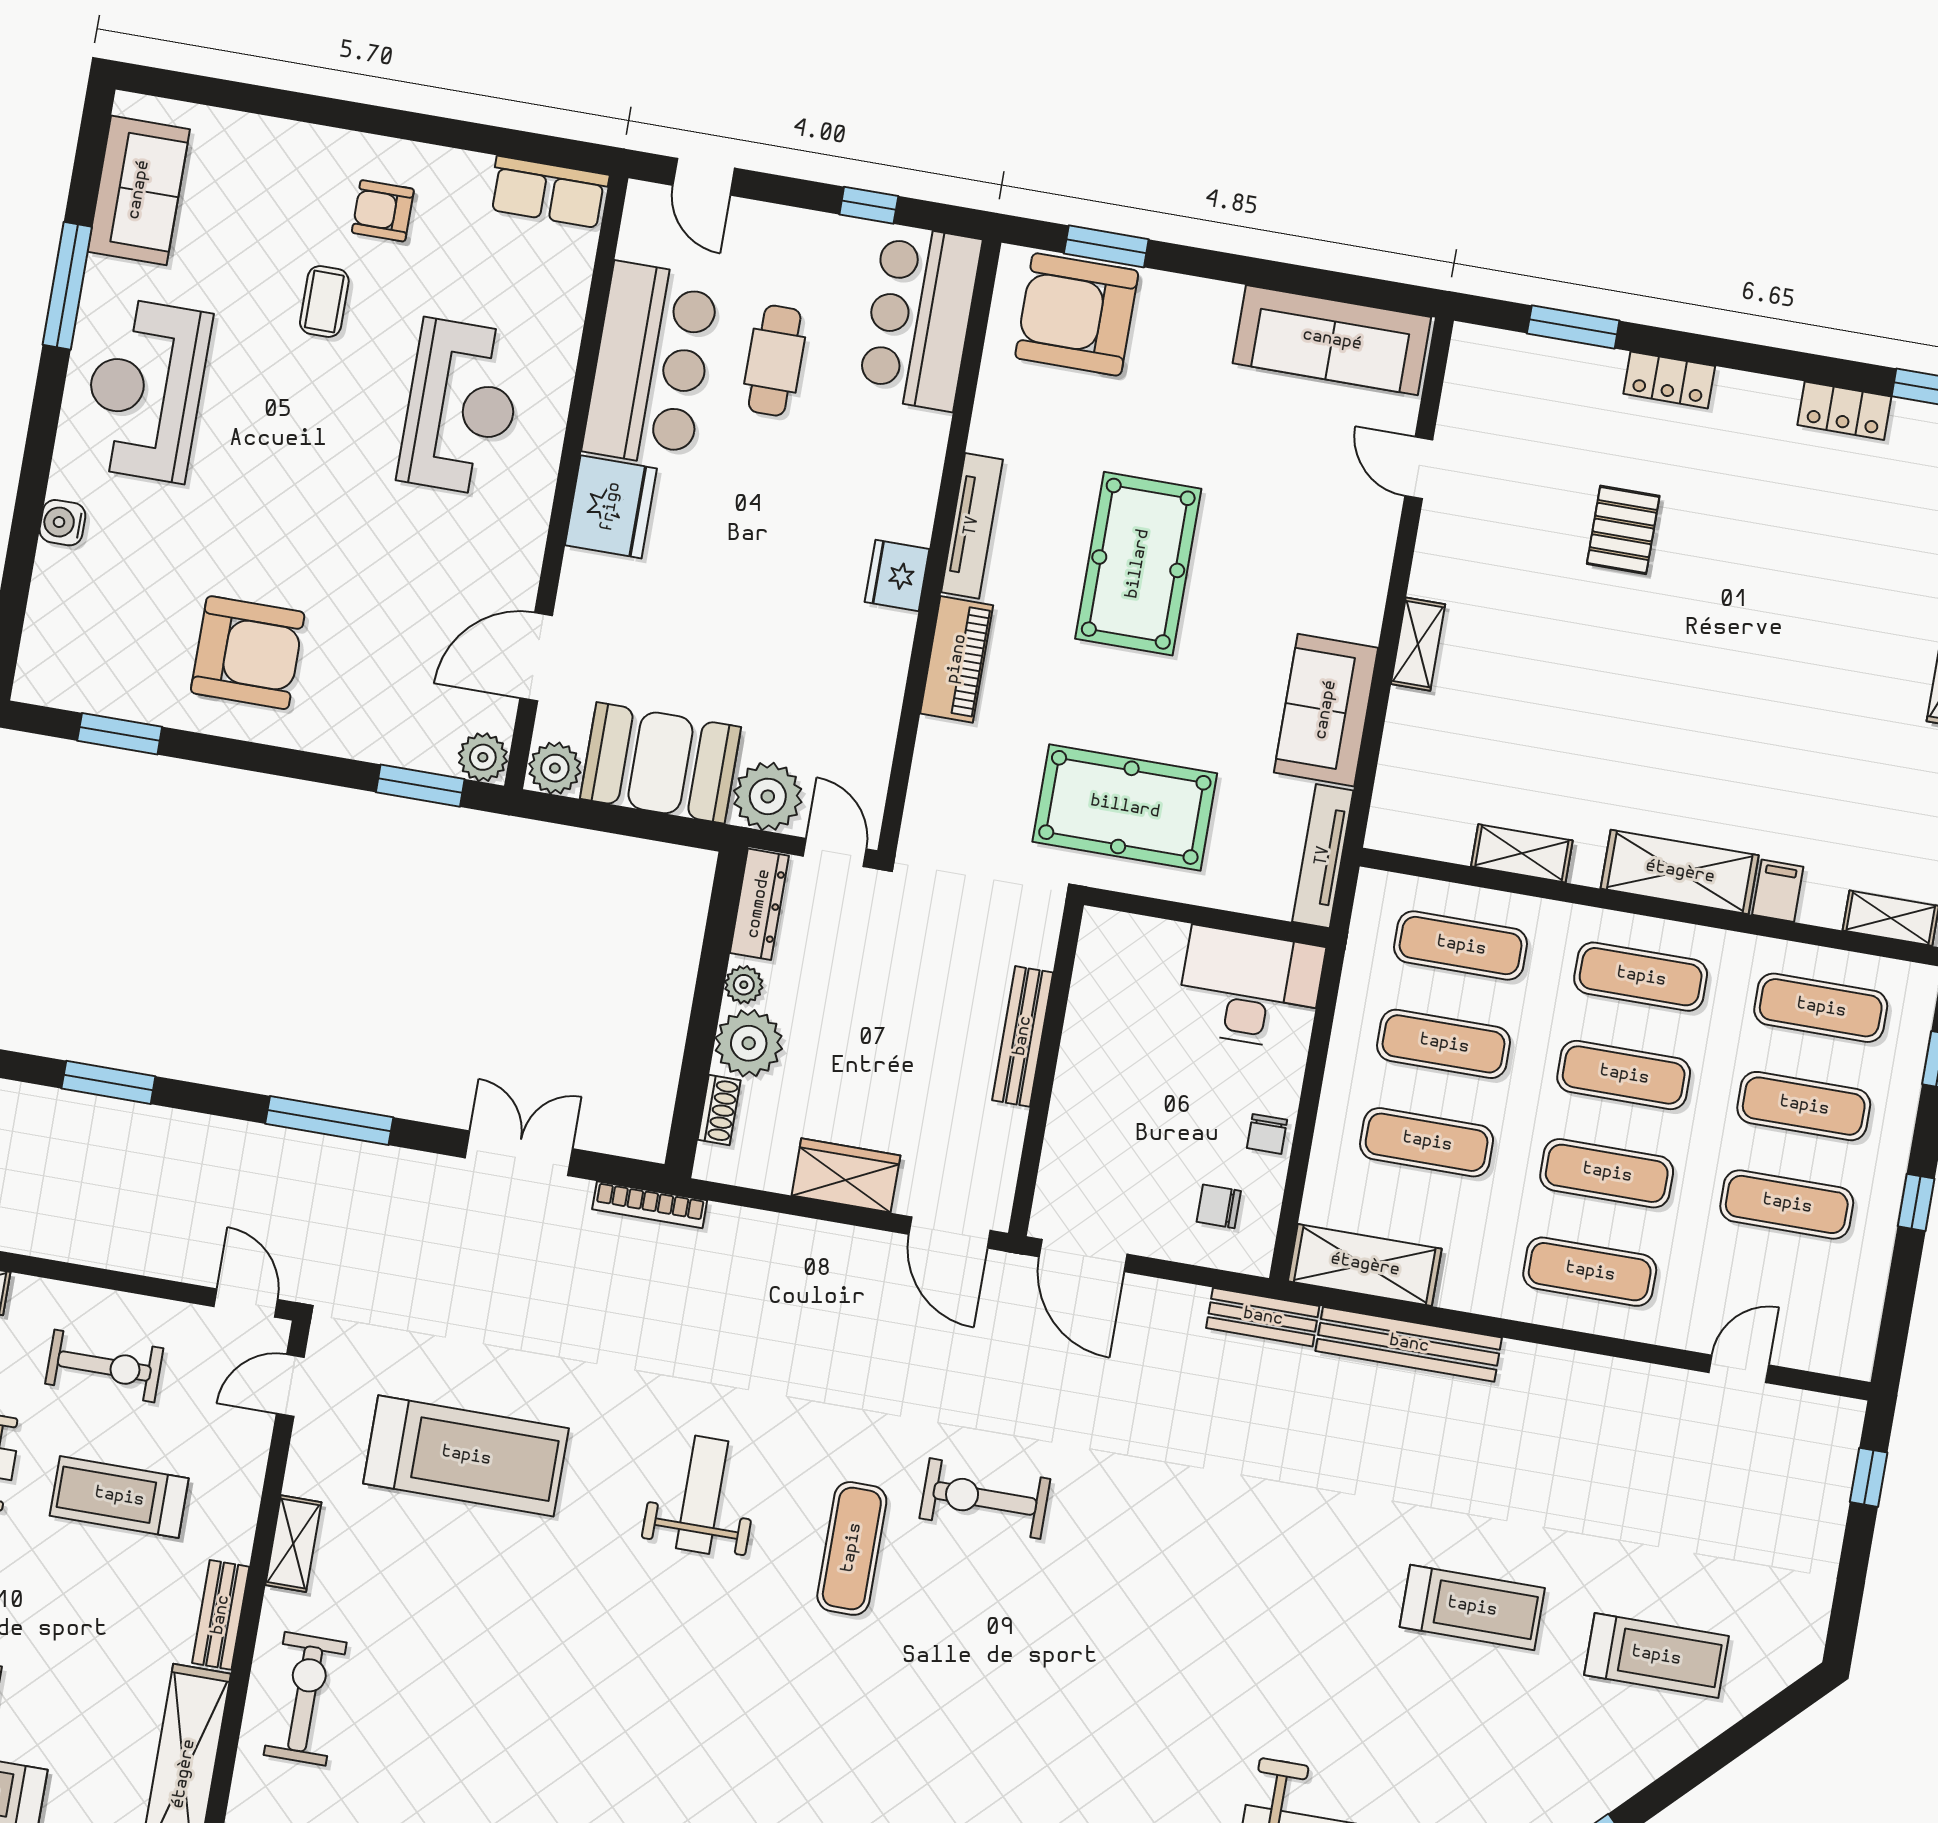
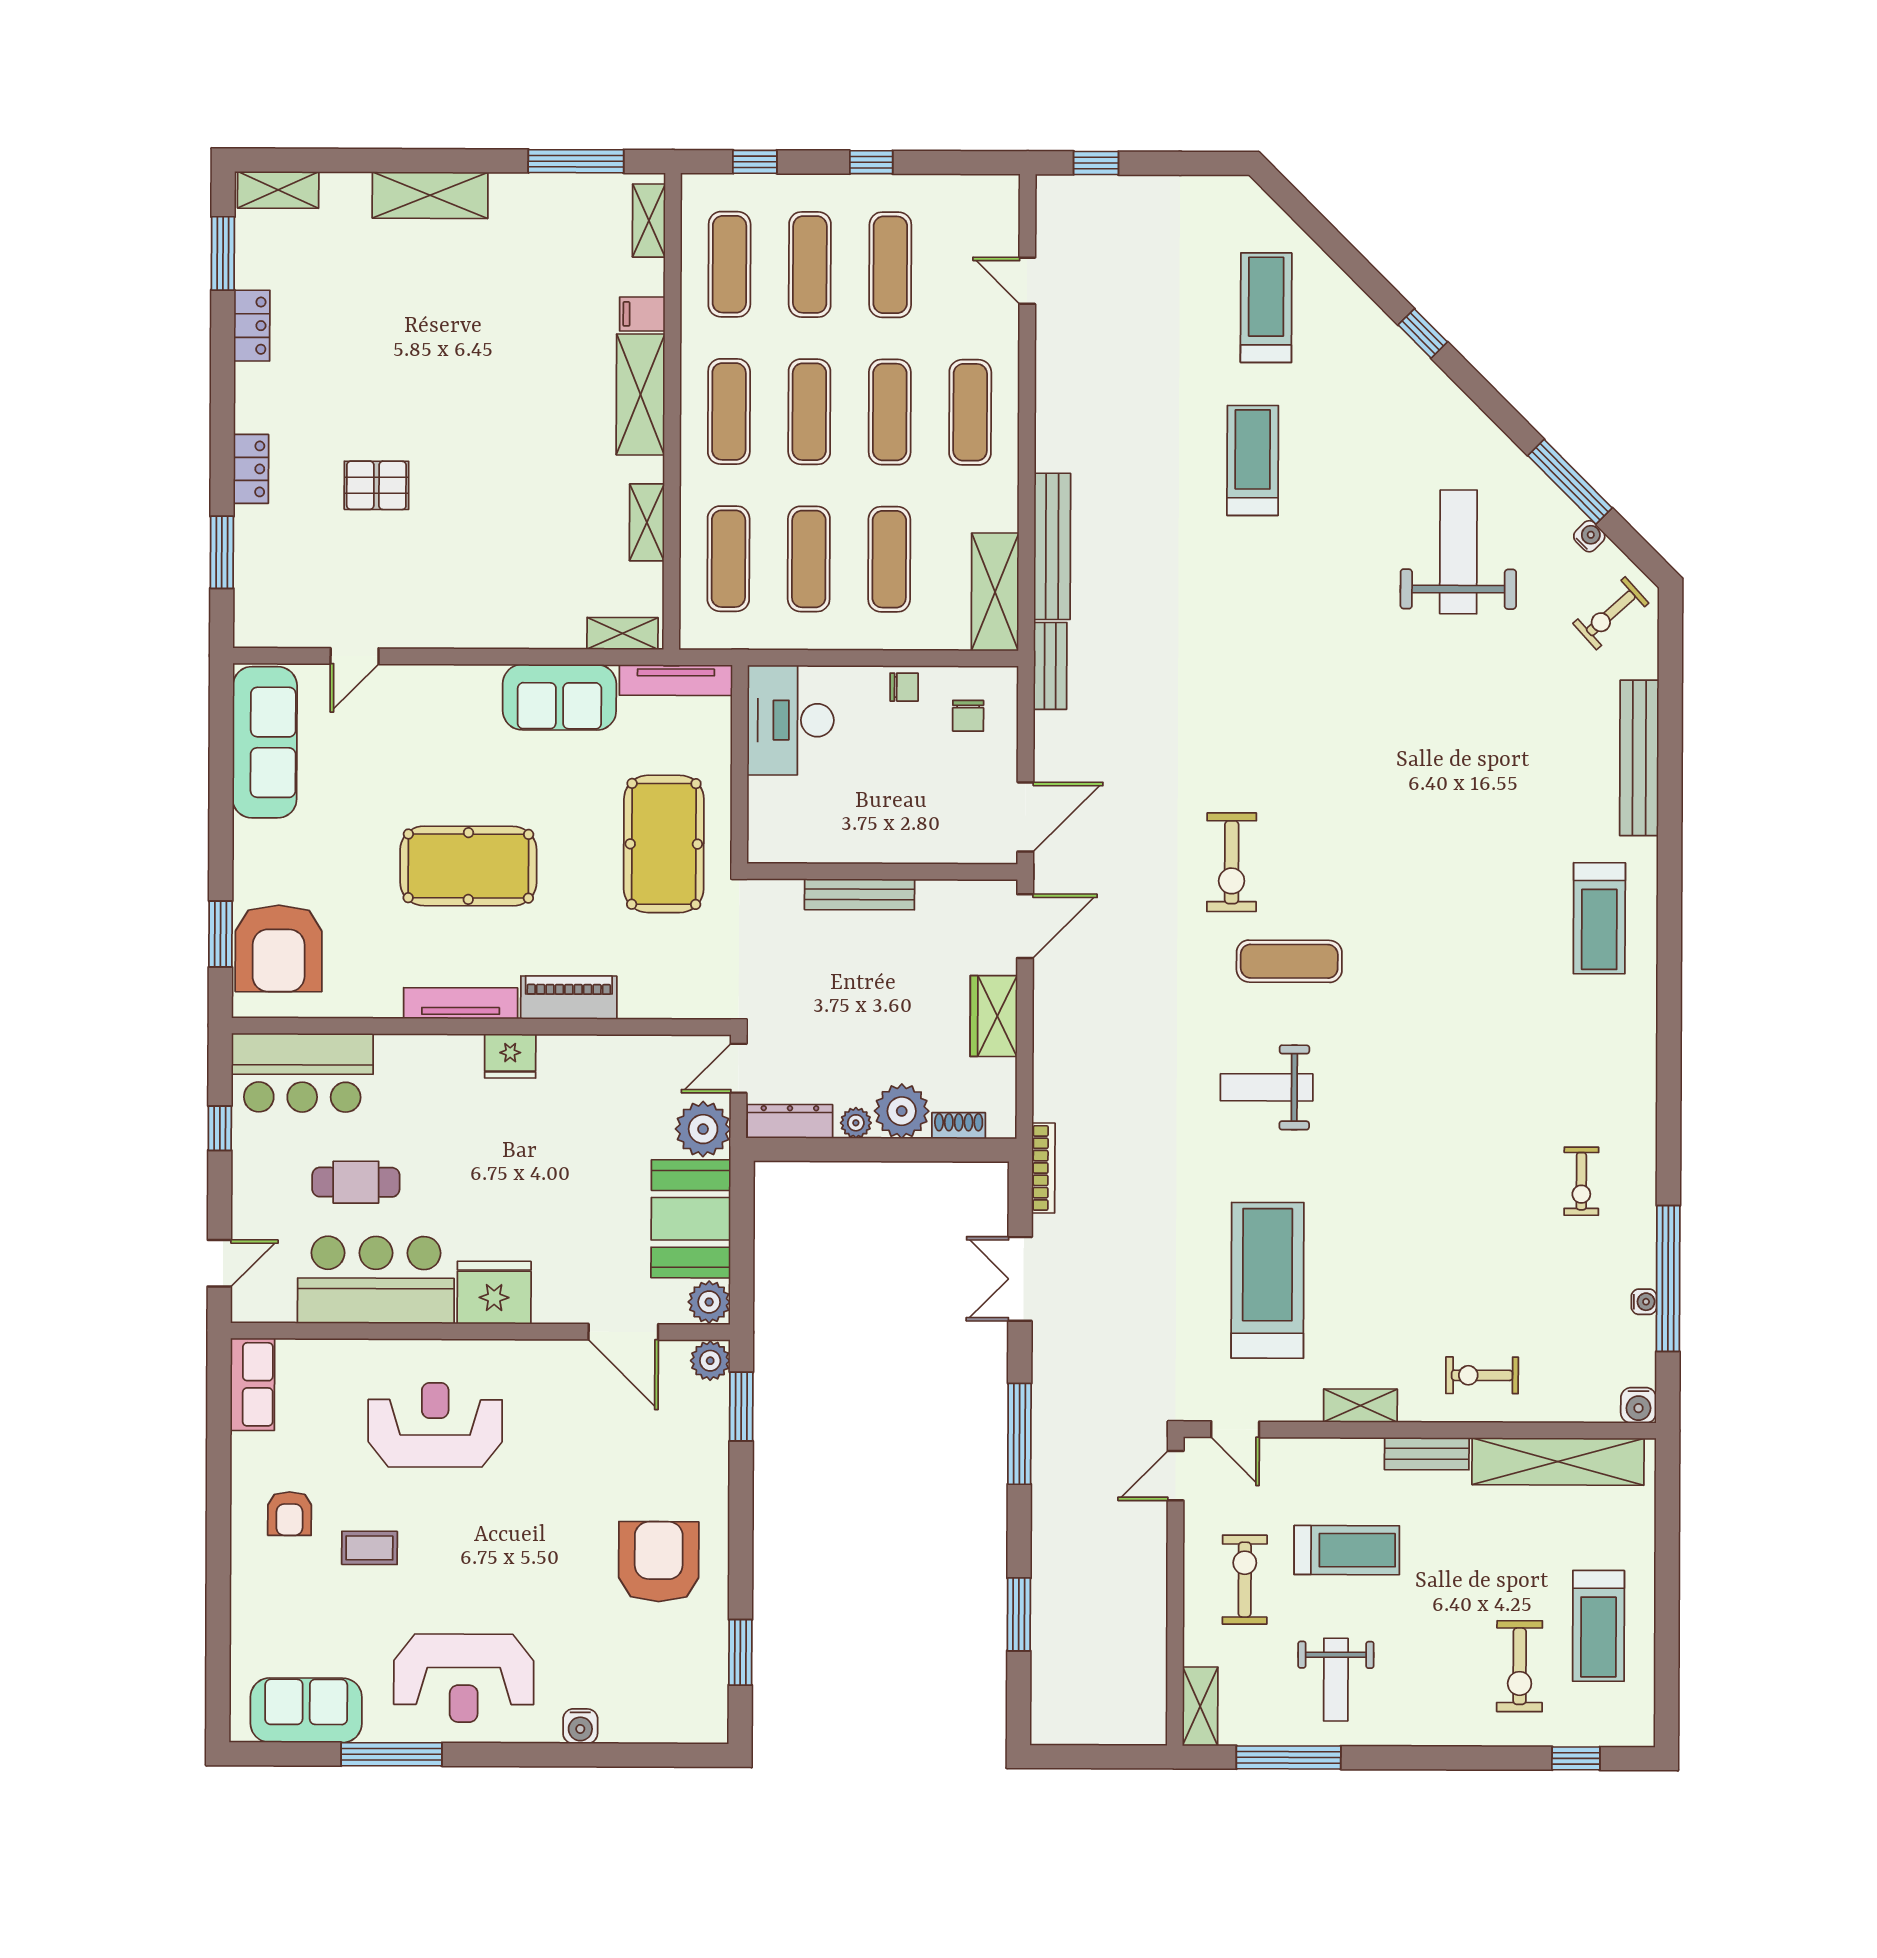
shelving: (1418, 644) -> (622, 633), moved
treadmill: (119, 1497) -> (1347, 1550), turned -90
exercise bike: (305, 1699) -> (1482, 1375), width x0.73, depth x0.72

